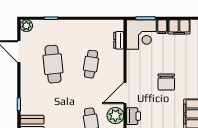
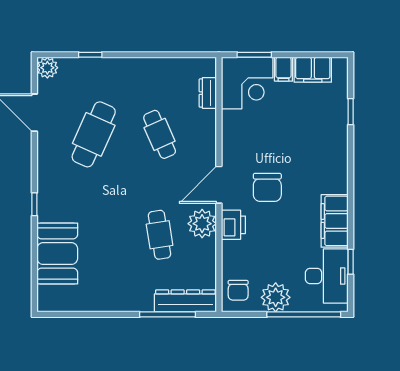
cafe table: (53, 64) -> (94, 134), turned 30
cafe table: (91, 64) -> (160, 134), turned -33
chair: (166, 82) -> (267, 187), moved

